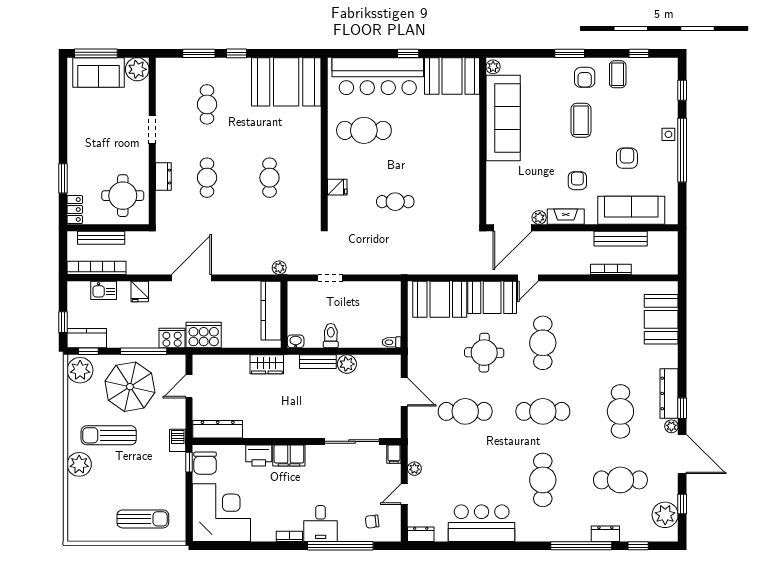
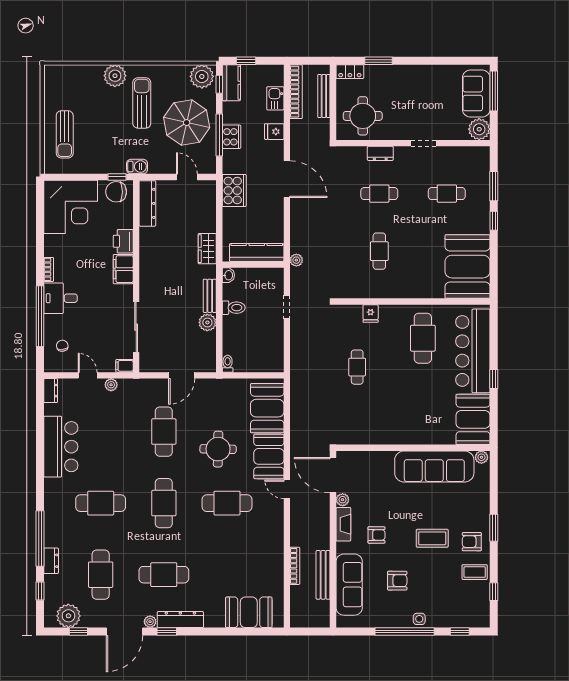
cafe table: (269, 178) -> (379, 251), turned 90
cooker: (172, 338) -> (231, 137), moved

